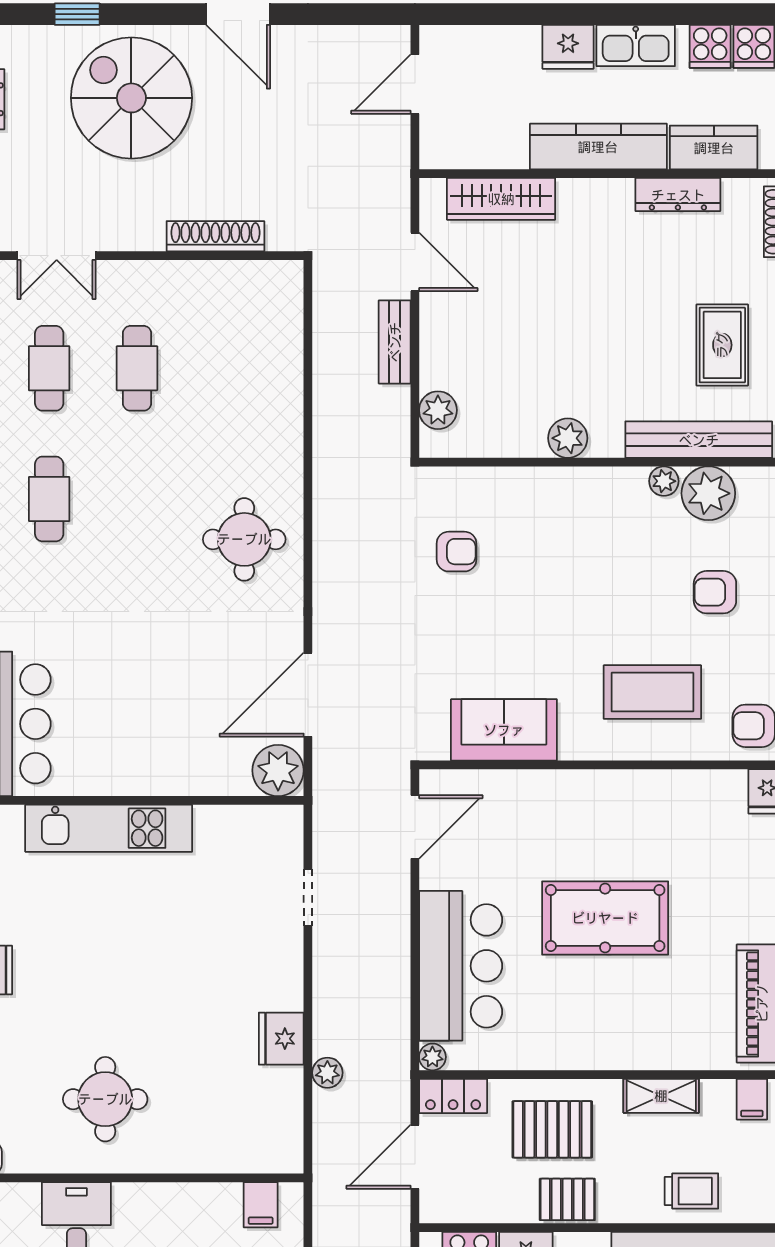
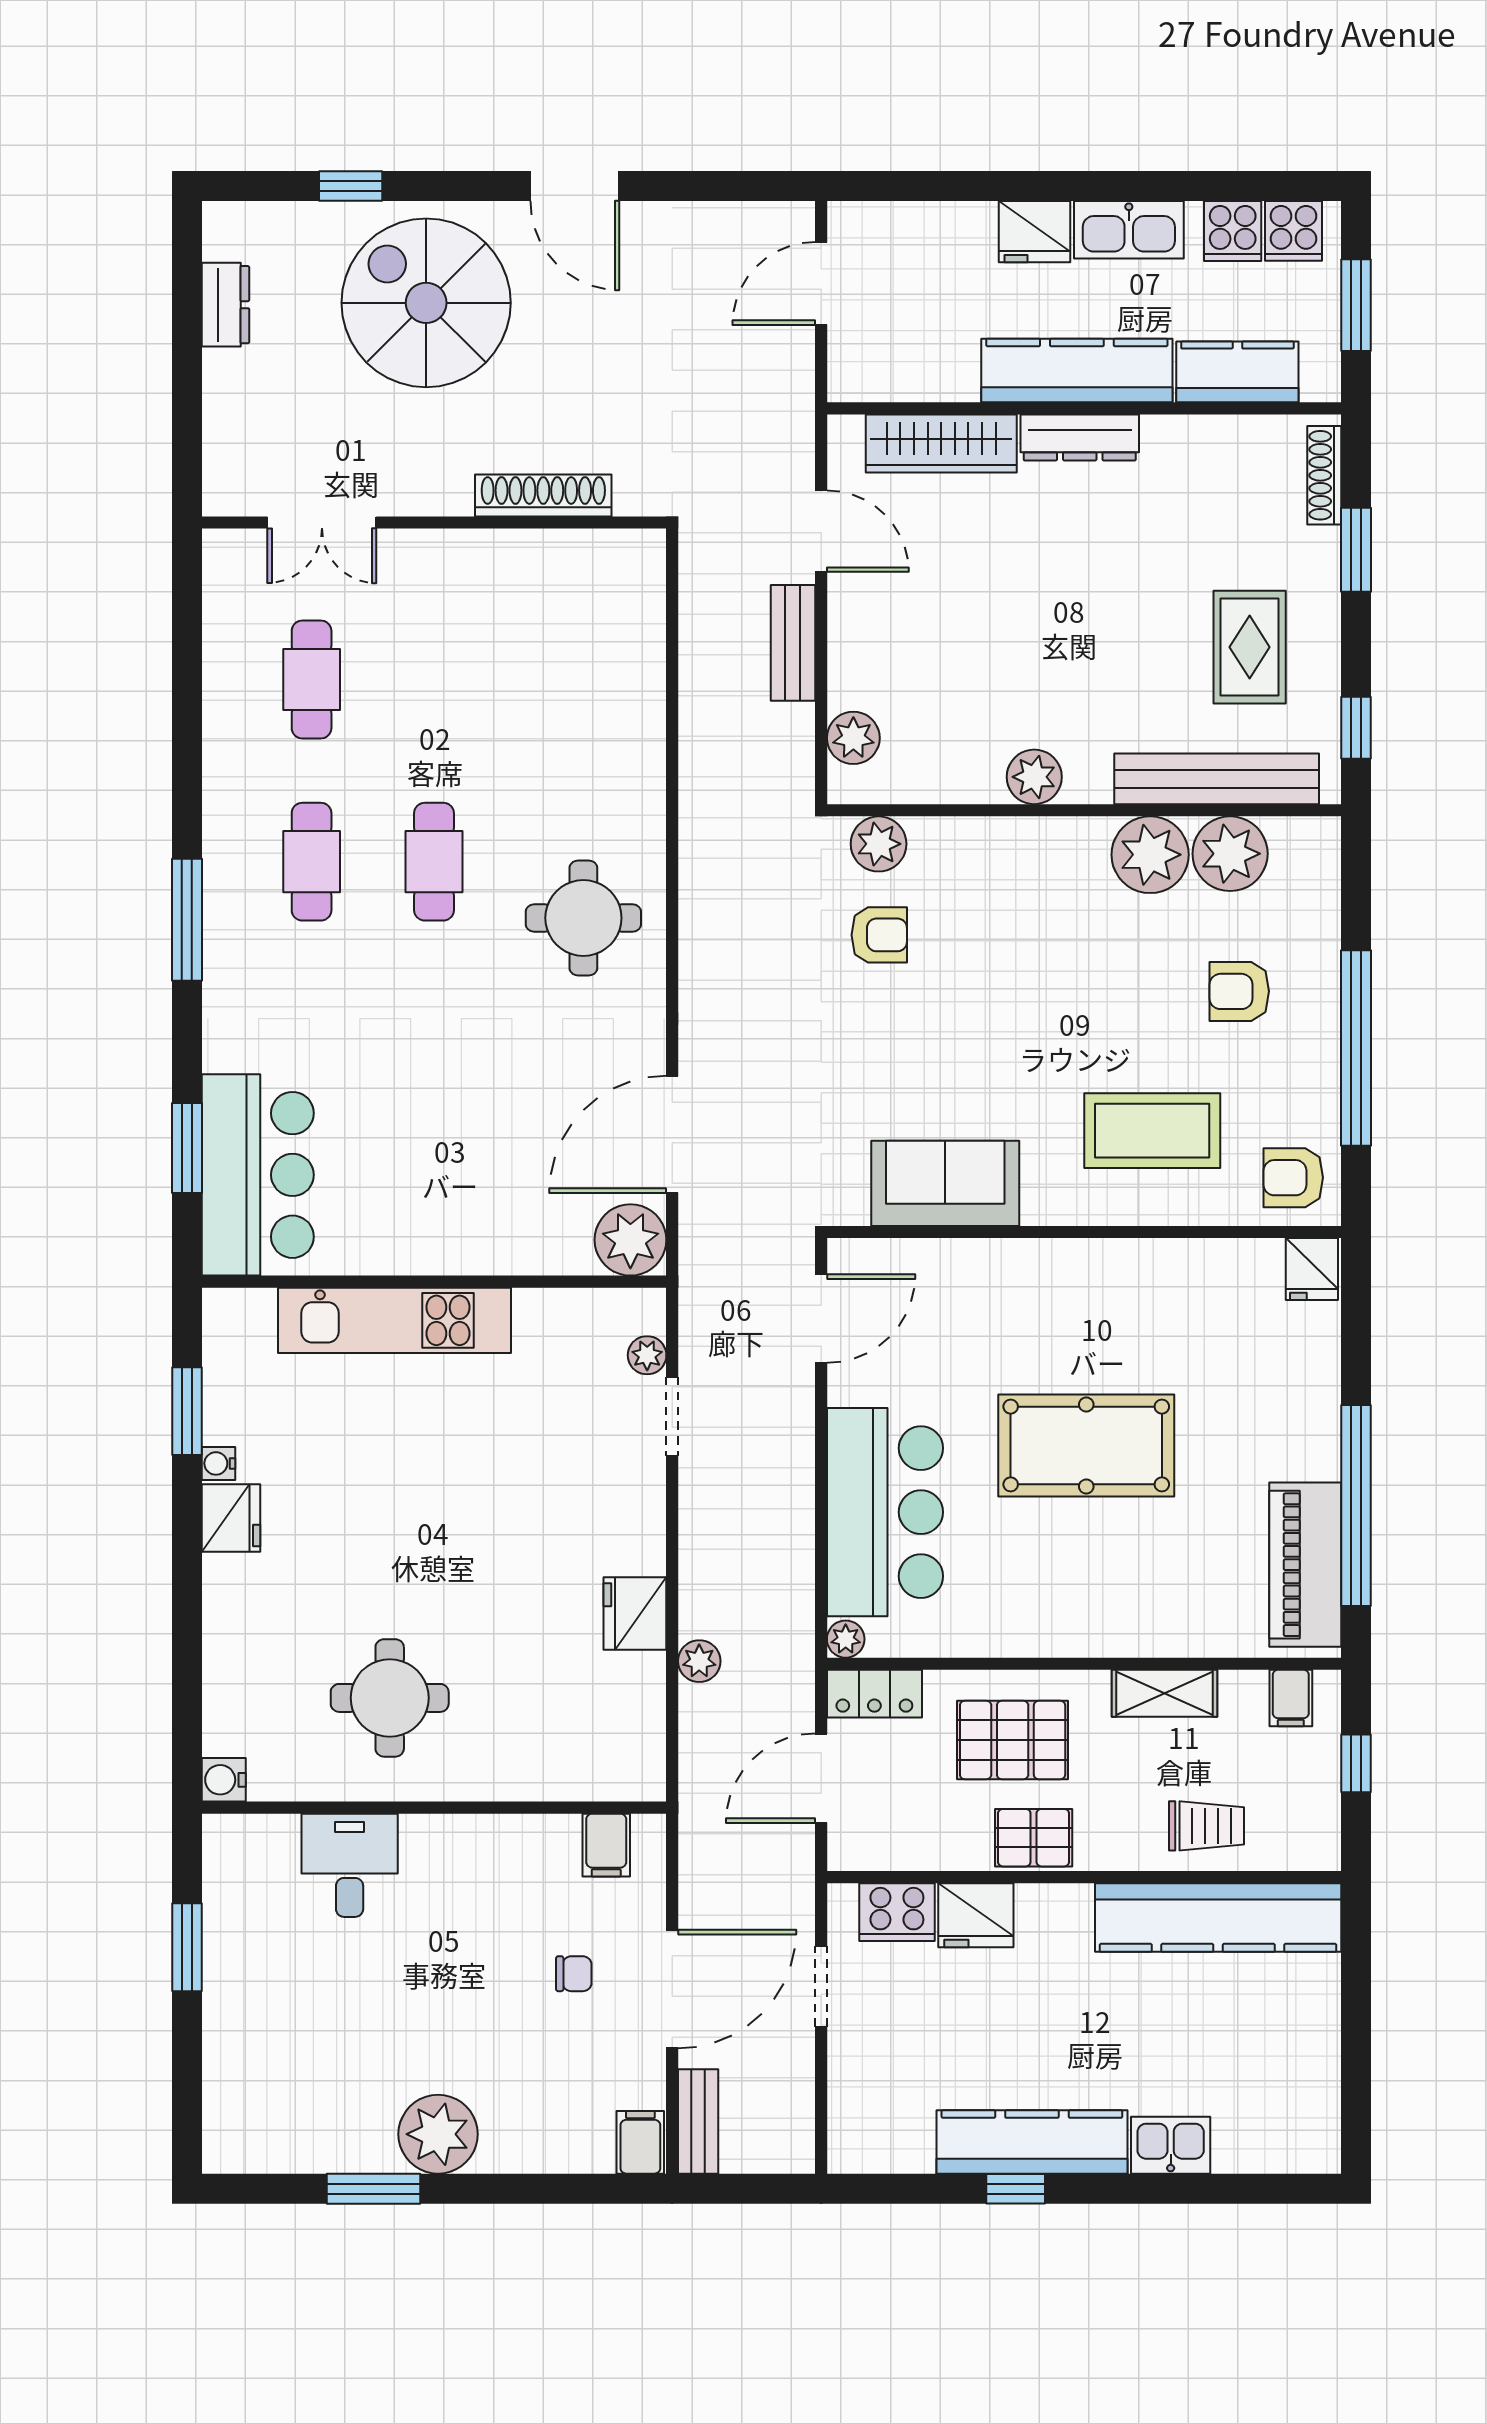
dresser: (678, 195) -> (1080, 437), moved
cafe table: (137, 368) -> (434, 862), moved
plant: (664, 481) -> (1150, 855), width x1.88, depth x1.88
plant: (456, 486) -> (879, 844), added
plant: (290, 853) -> (647, 1355), added

